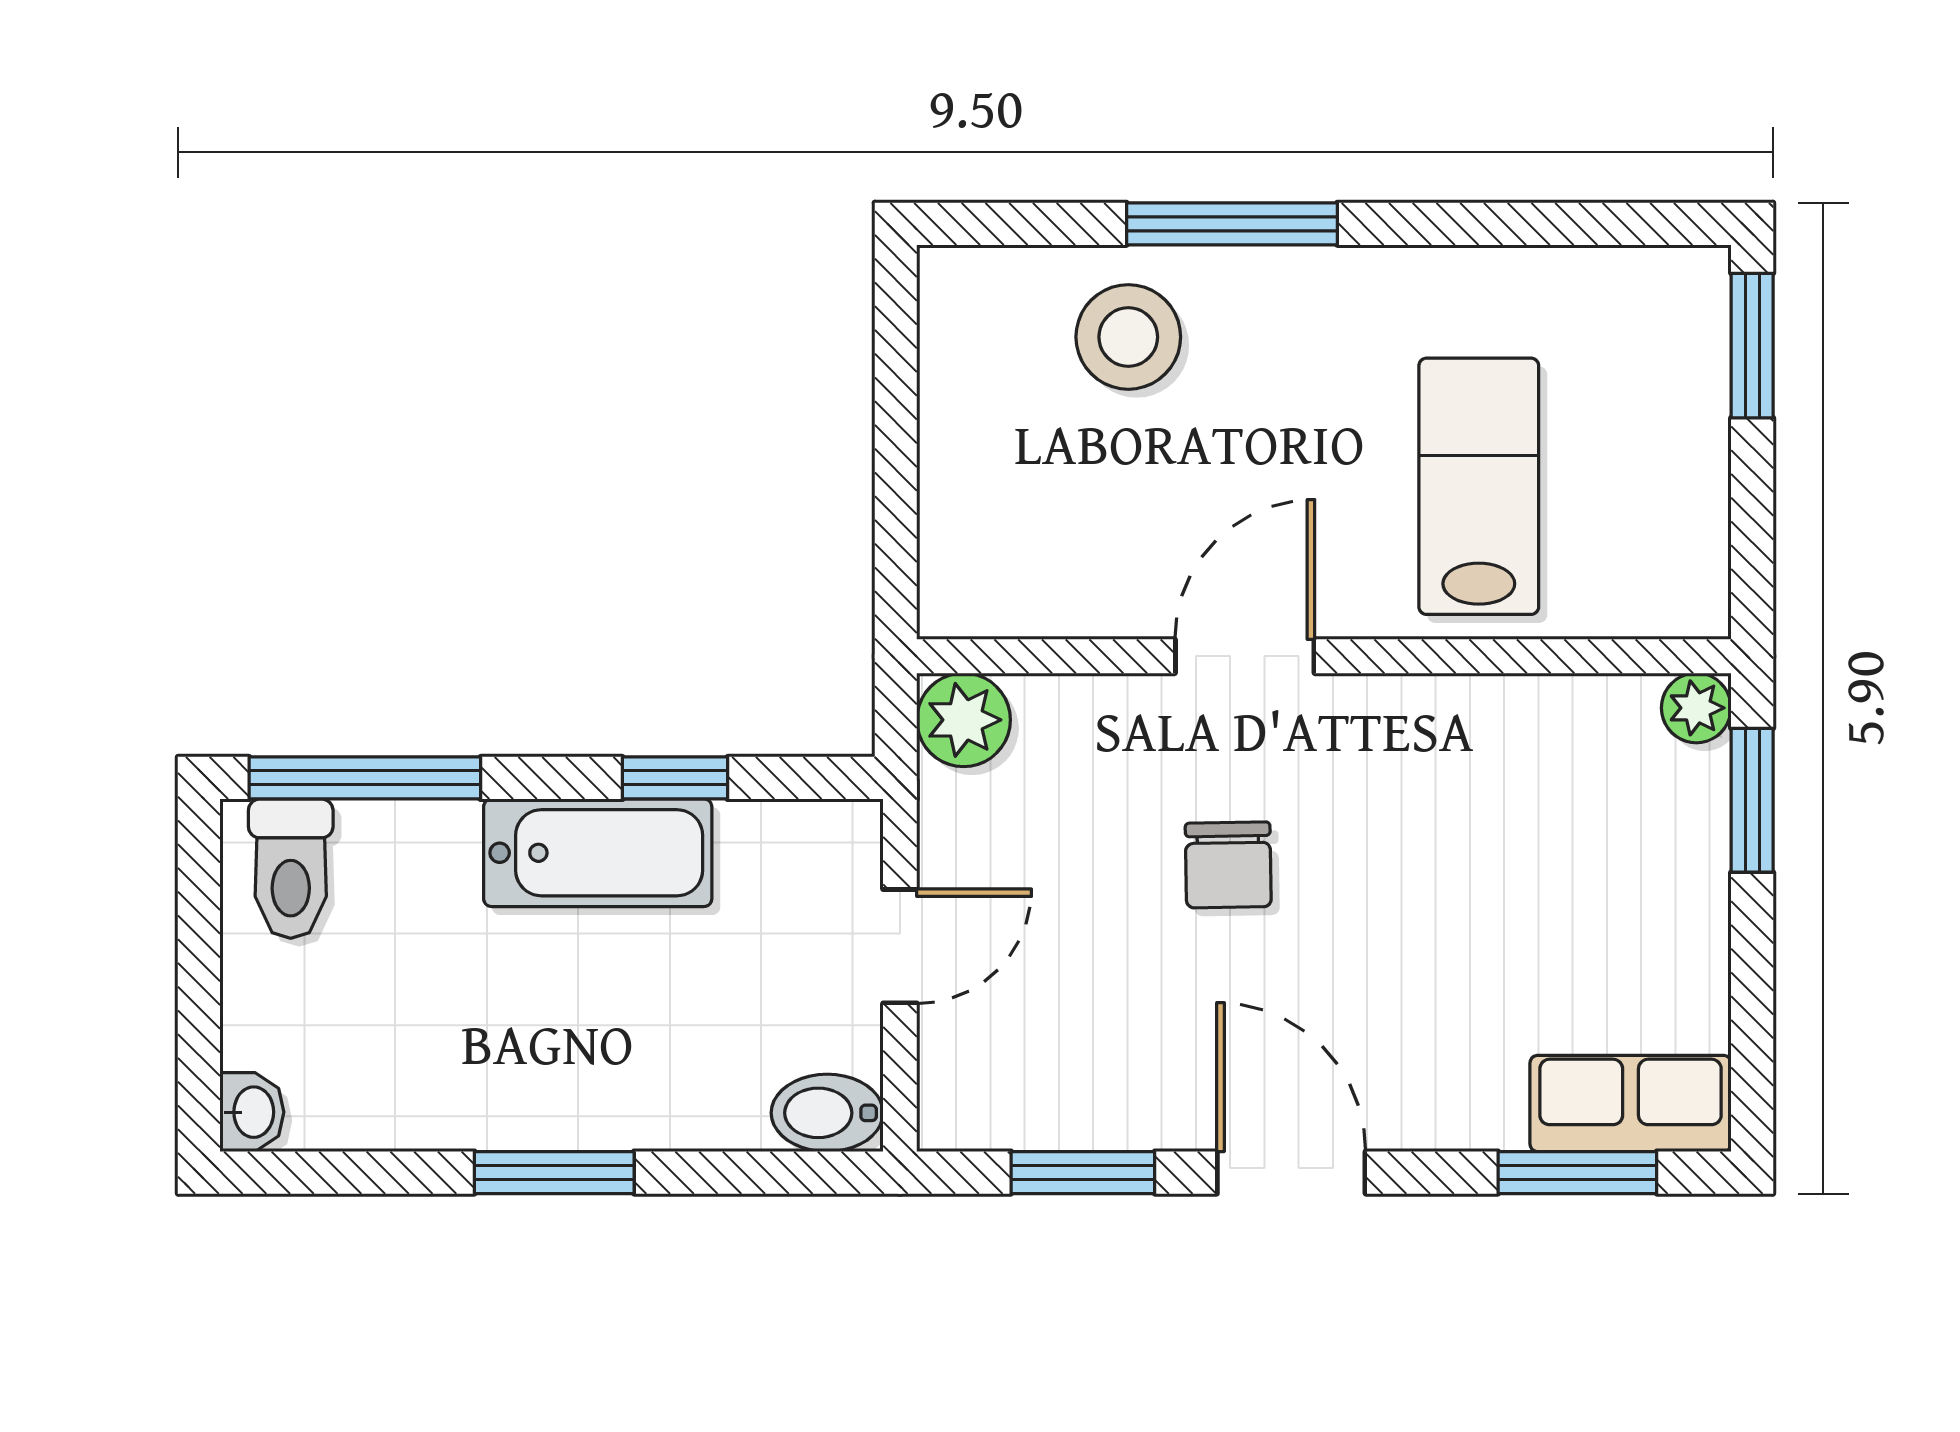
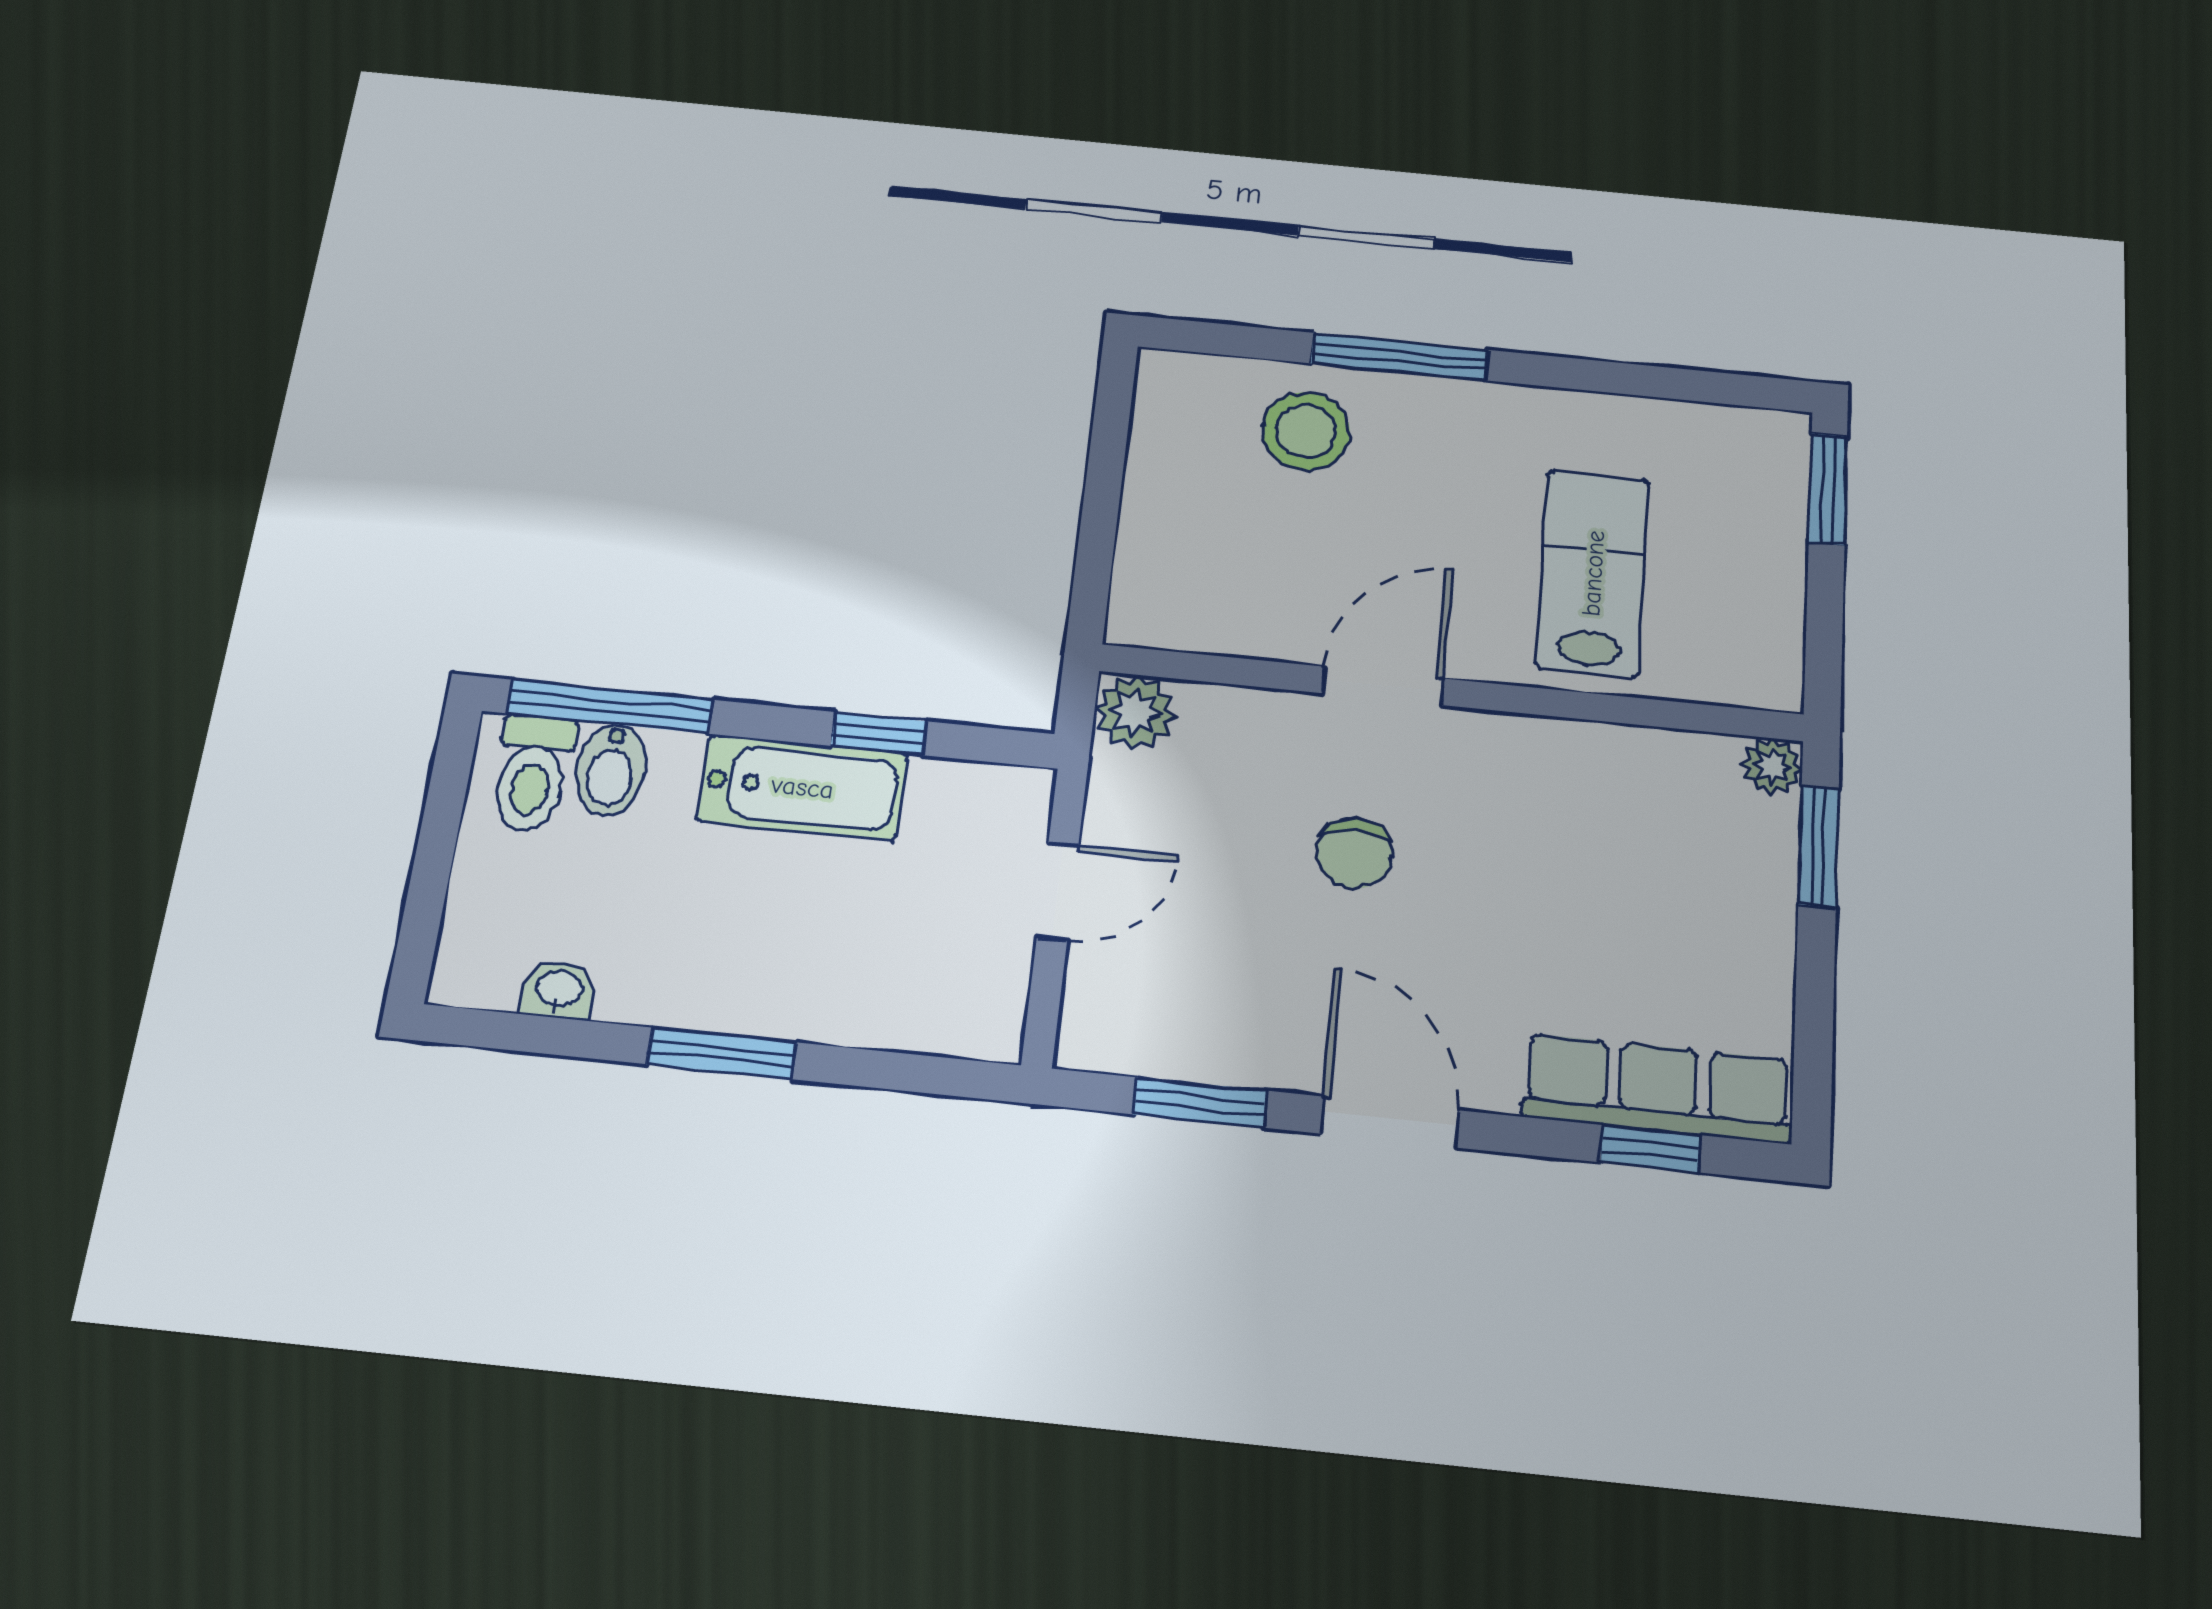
row of seats: (1631, 1103) -> (1658, 1088), width x1.48
washbasin: (252, 1112) -> (558, 990), moved, turned -90
bidet: (827, 1113) -> (611, 770), moved, turned -90
window: (1577, 1173) -> (1651, 1149), width x0.67

